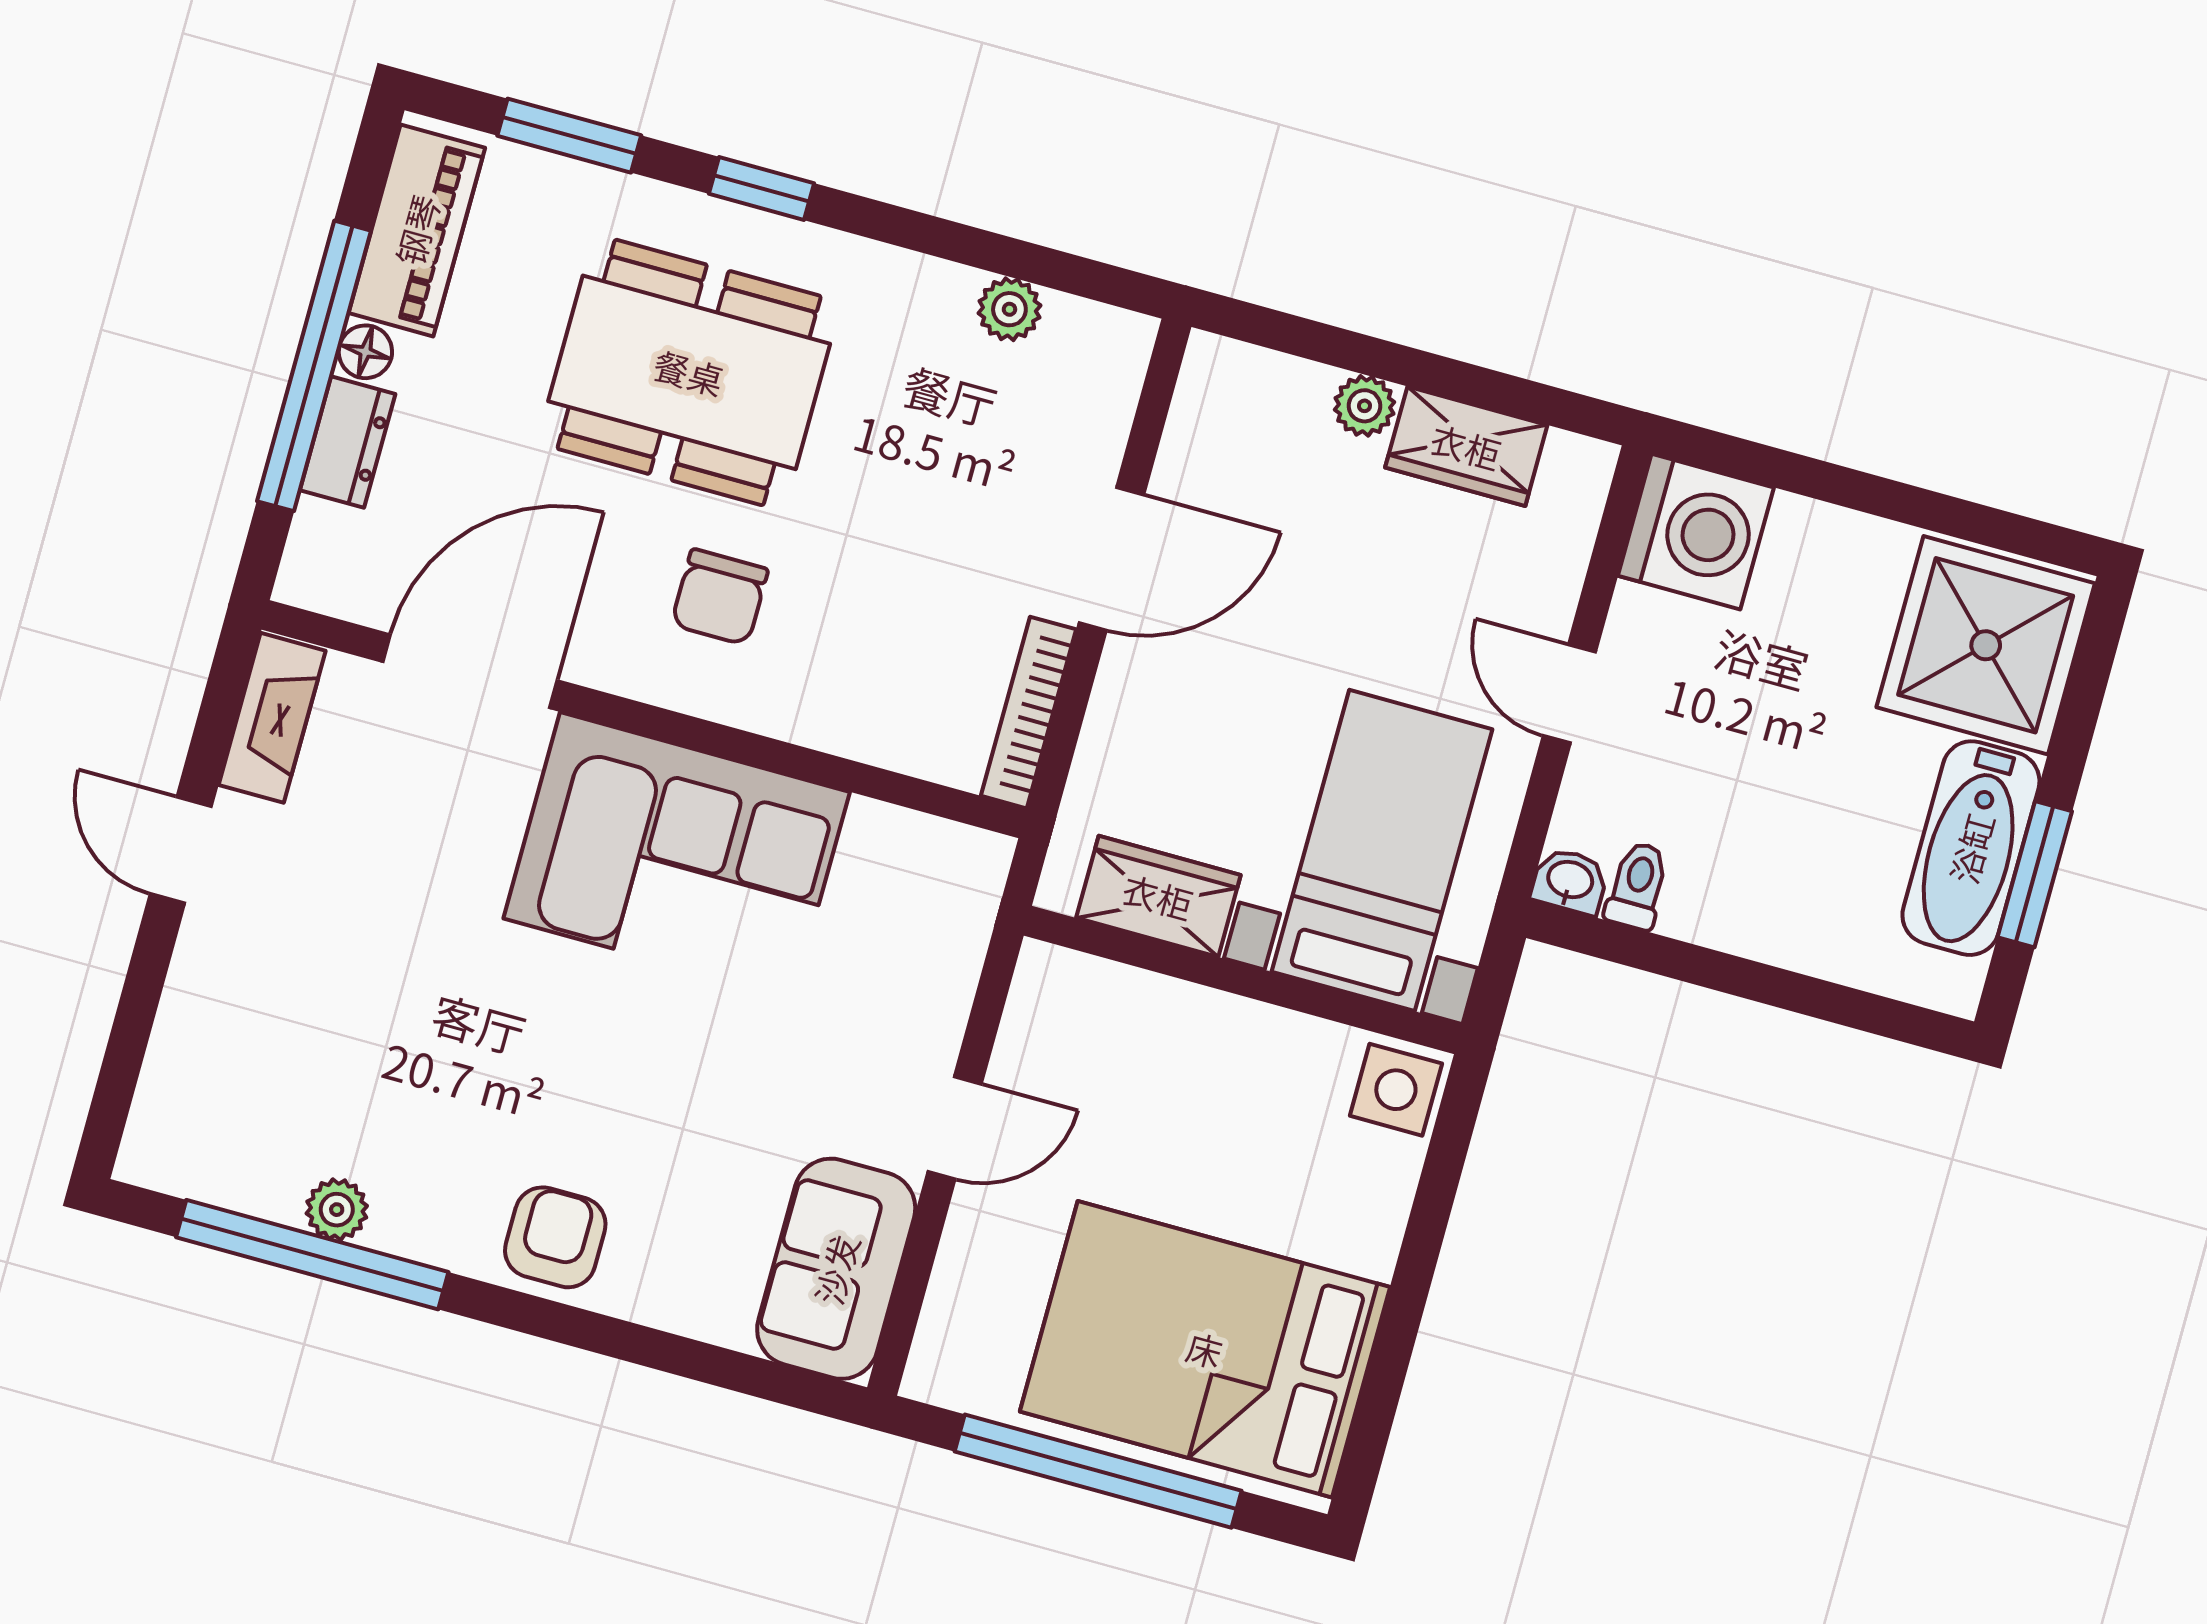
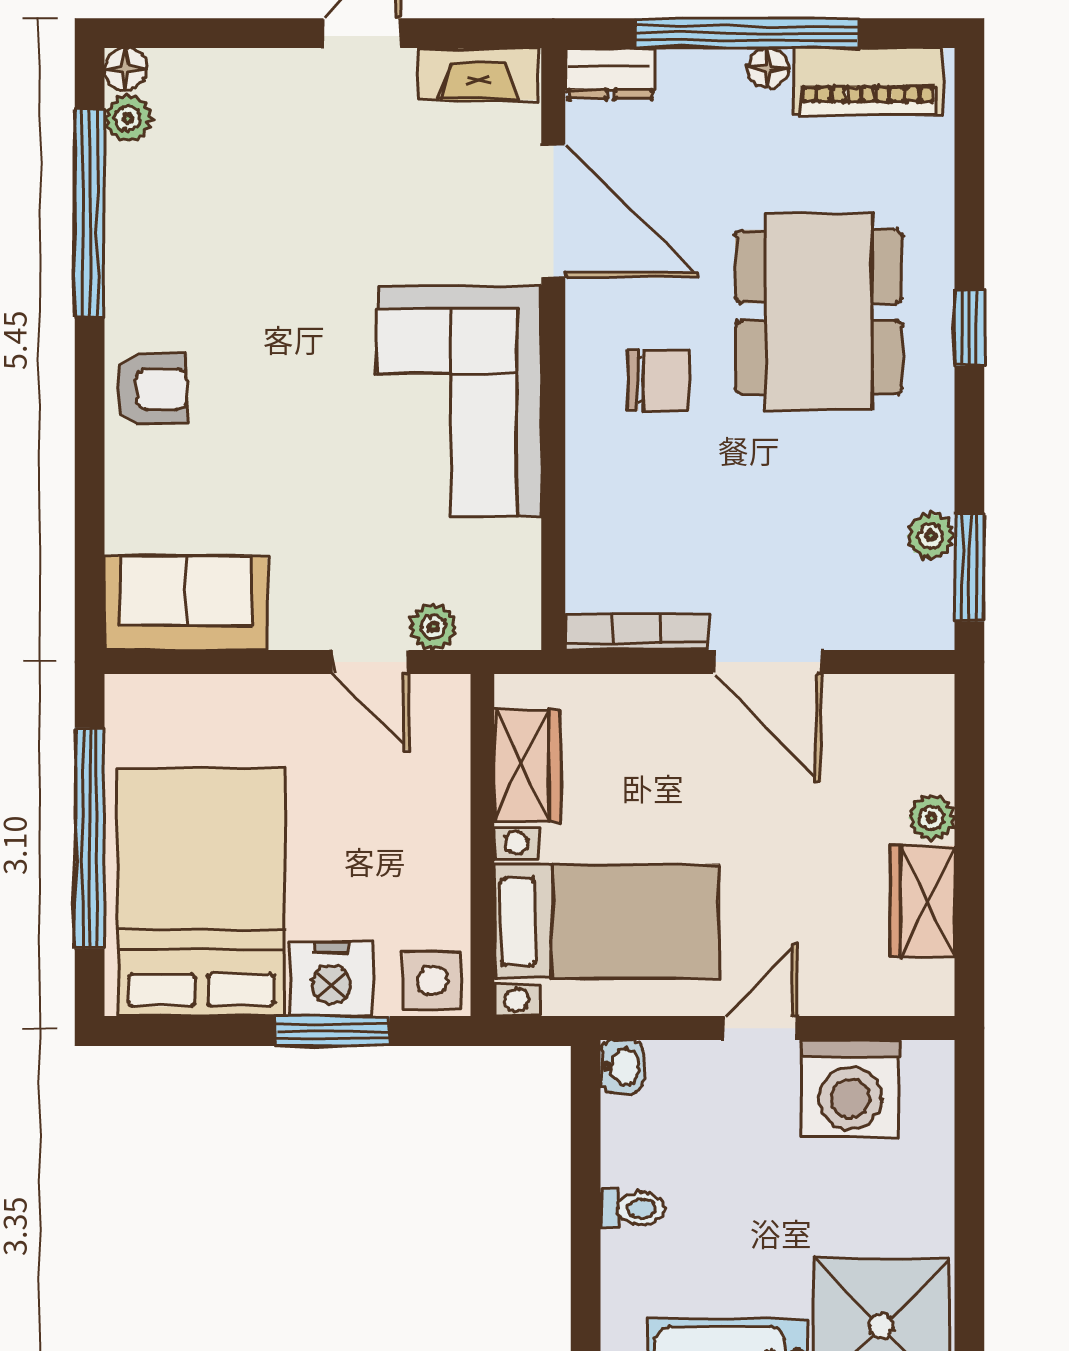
window: (569, 136) -> (969, 568), moved
dresser: (348, 442) -> (610, 73), moved
washing machine: (1696, 532) -> (850, 1088), moved
chair: (720, 597) -> (659, 380), turned 180
toilet: (1637, 886) -> (632, 1209), moved
plant: (952, 966) -> (433, 627), added
door: (955, 1128) -> (371, 662), moved
floor lamp: (144, 1160) -> (126, 69), added
plant: (337, 1210) -> (128, 118), moved
nightstand: (1359, 1216) -> (331, 979), added
window: (1425, 1233) -> (333, 1031), added

